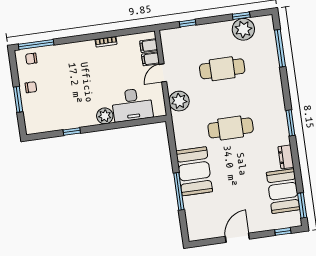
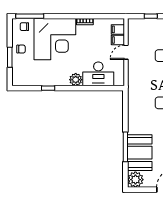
corner desk: (72, 69) -> (55, 39), added
plant: (179, 101) -> (135, 180), moved
booth: (194, 171) -> (140, 153), moved

